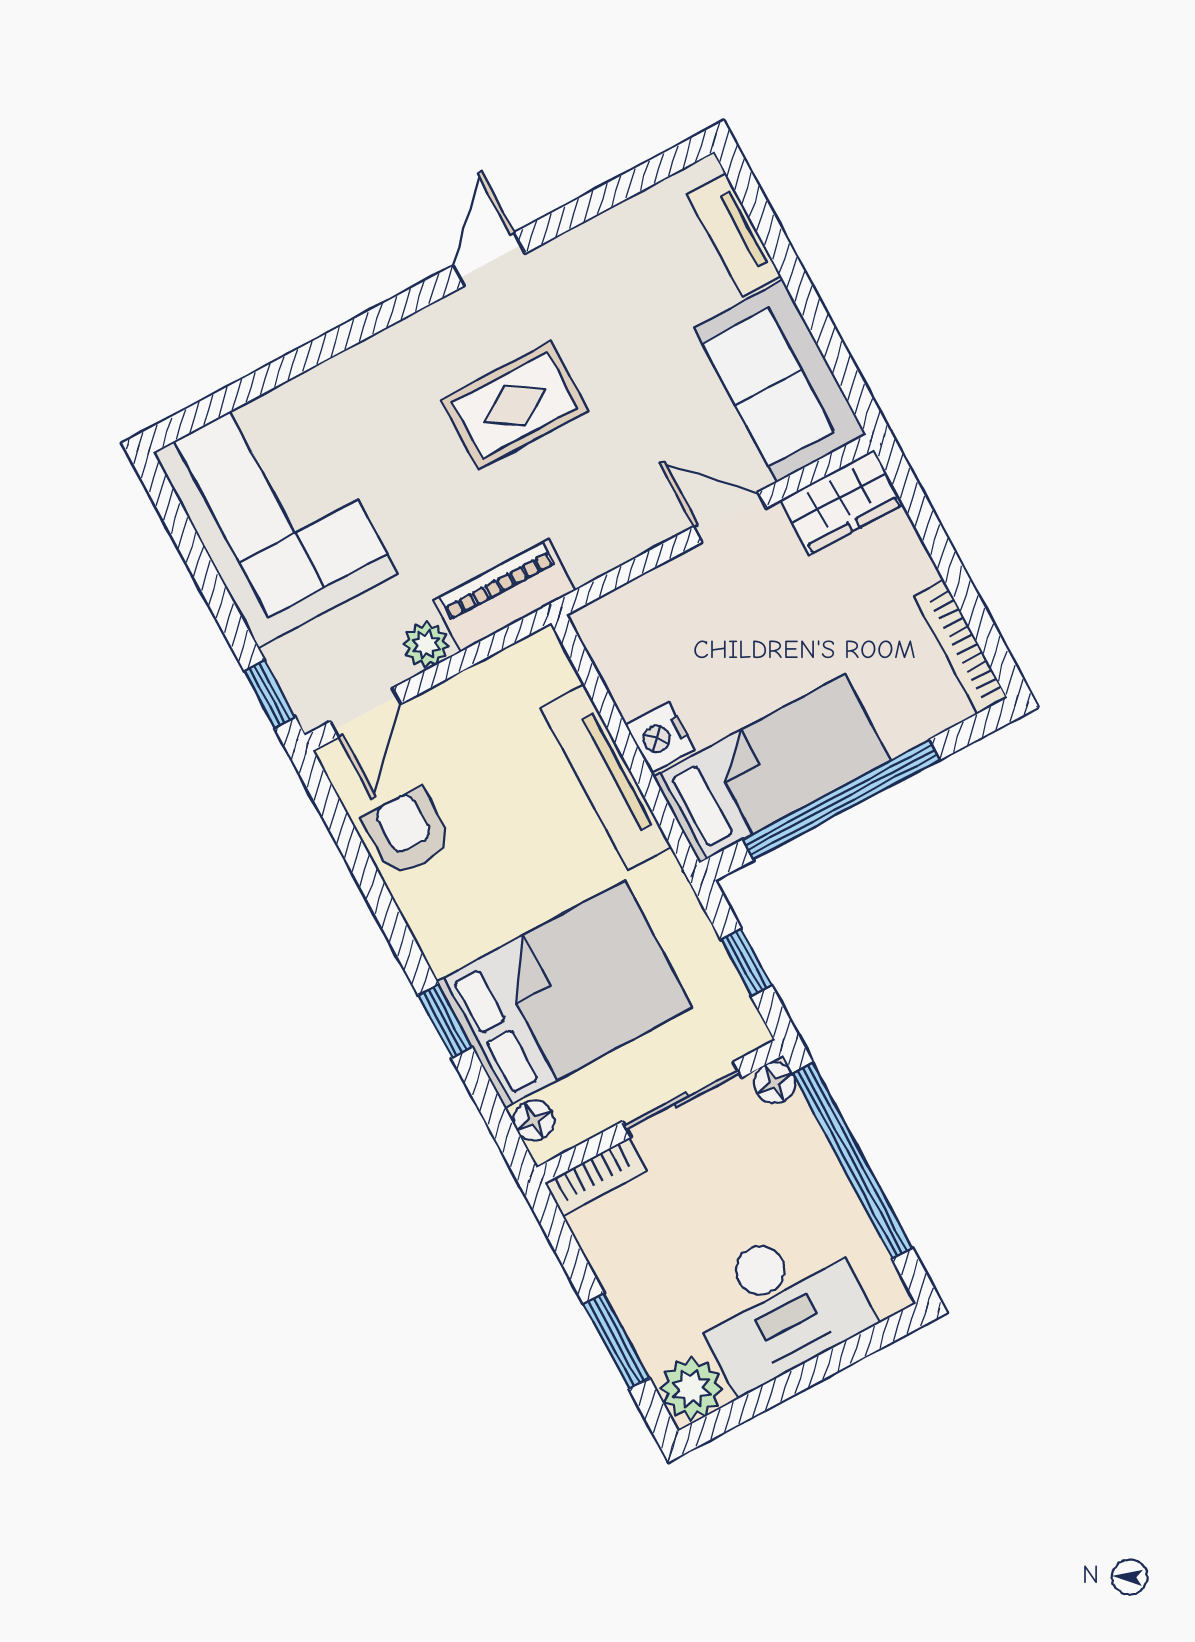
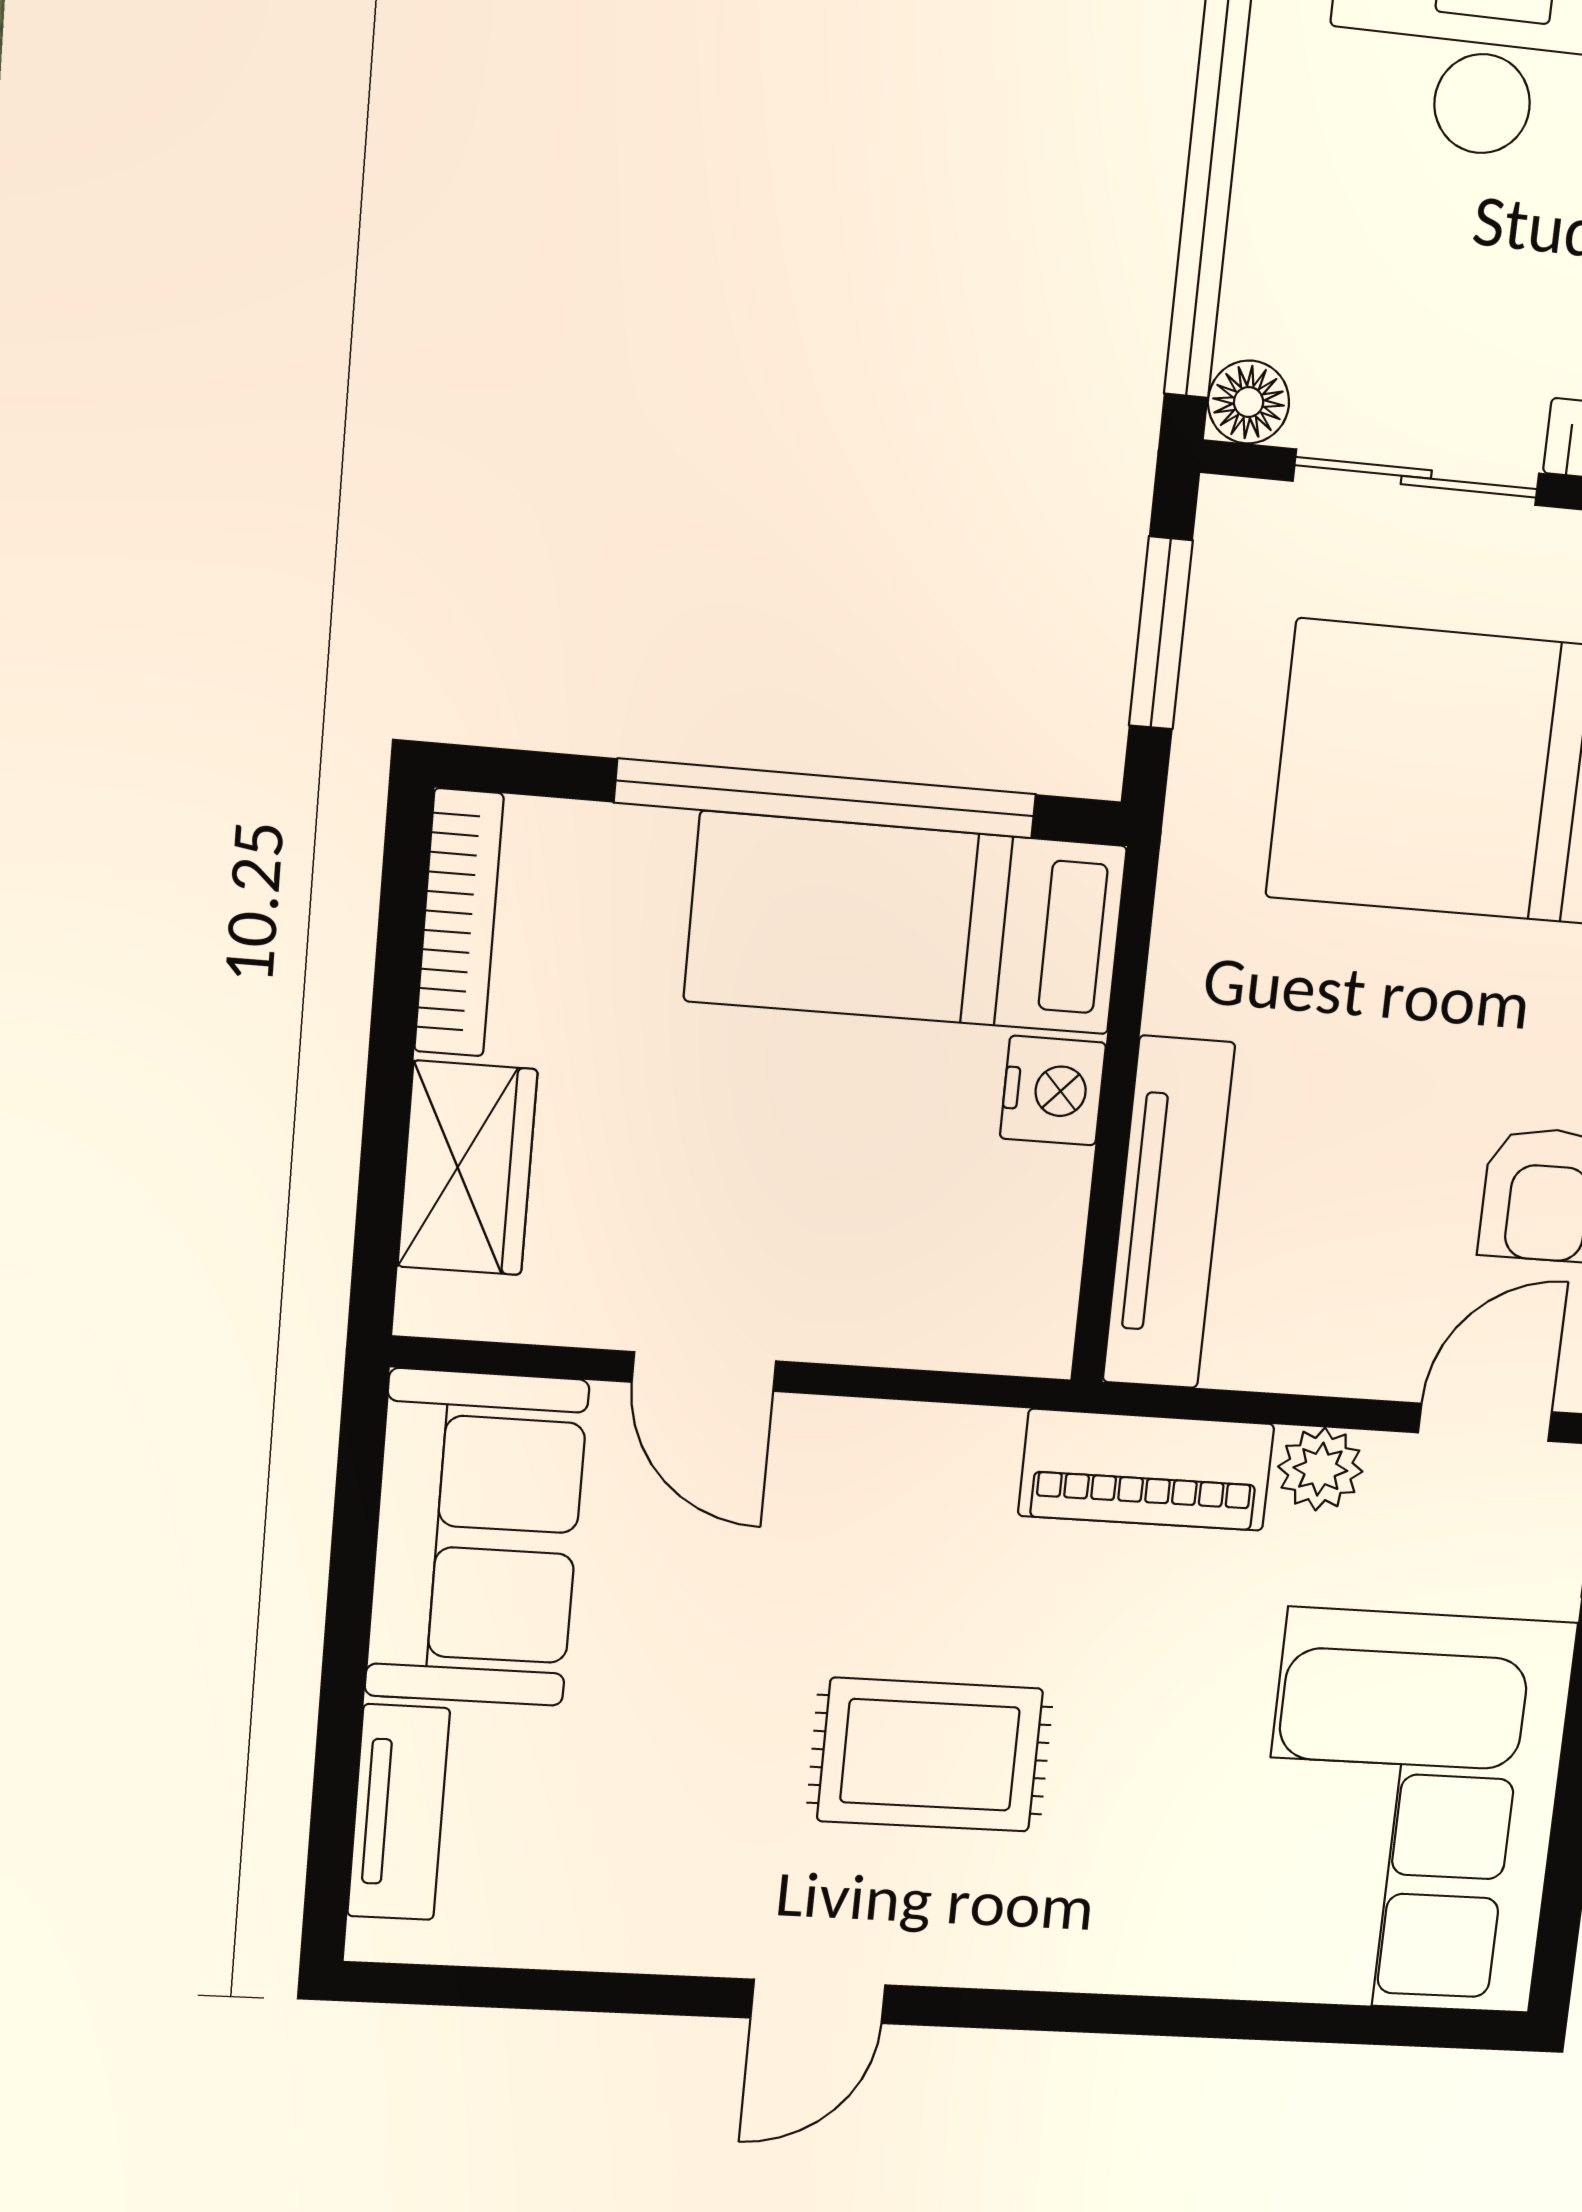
wardrobe: (842, 502) -> (468, 1168), moved, turned 90
tv unit: (606, 777) -> (1169, 1213), moved
window: (746, 962) -> (1161, 633), width x1.50

